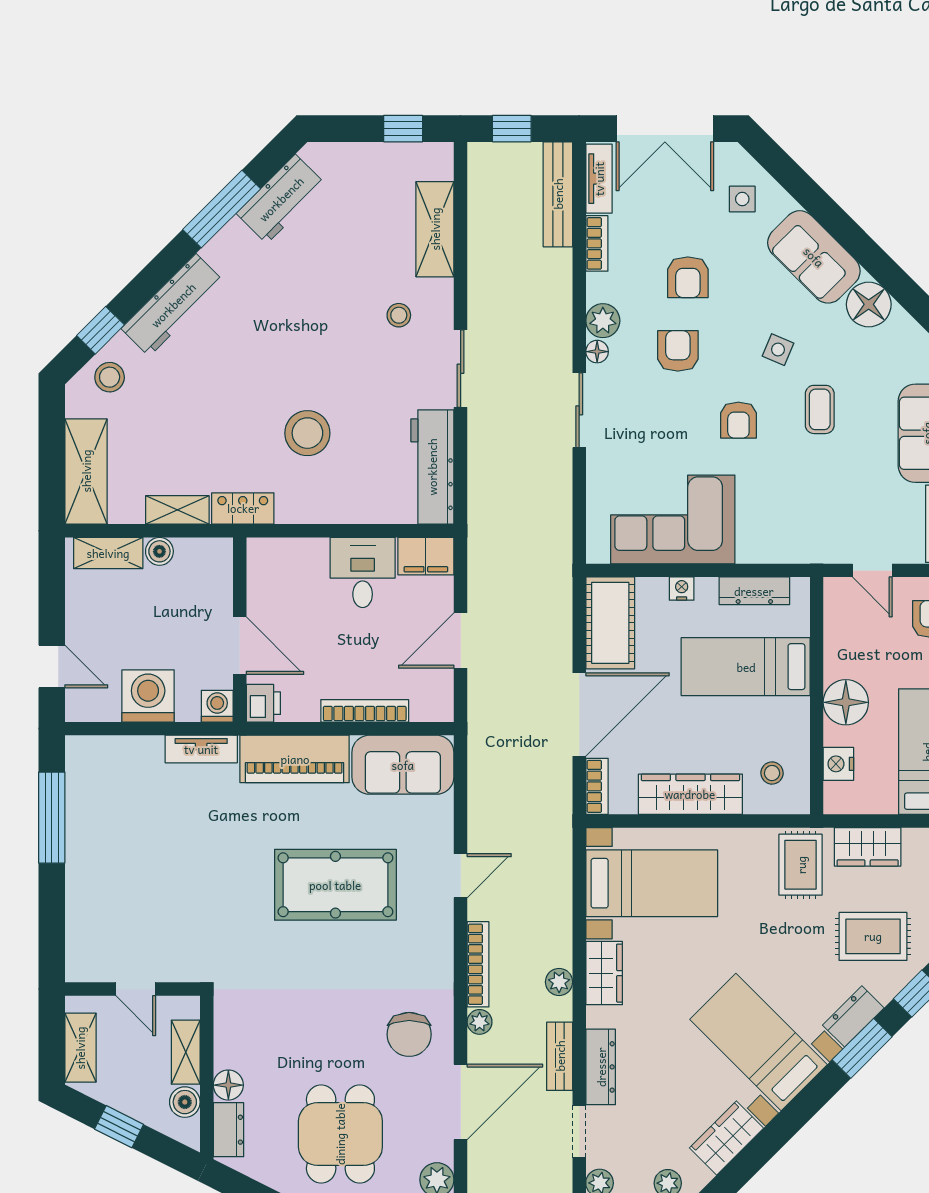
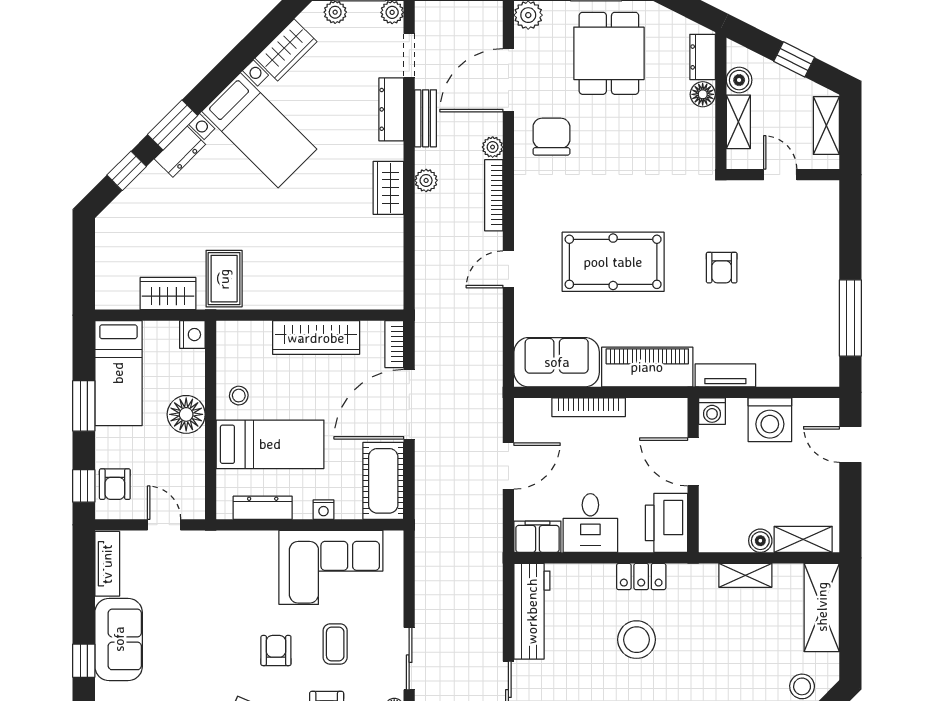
coffee table: (820, 409) -> (335, 644), moved
locker: (243, 508) -> (641, 577), moved
printer: (263, 703) -> (667, 523), moved, width x1.87, depth x1.48
nightstand: (838, 764) -> (192, 335), moved
stool: (772, 773) -> (239, 396), moved
armchair: (206, 878) -> (722, 268), added
bed with nightstands: (652, 883) -> (349, 263), removed
rug: (873, 936) -> (163, 219), removed

